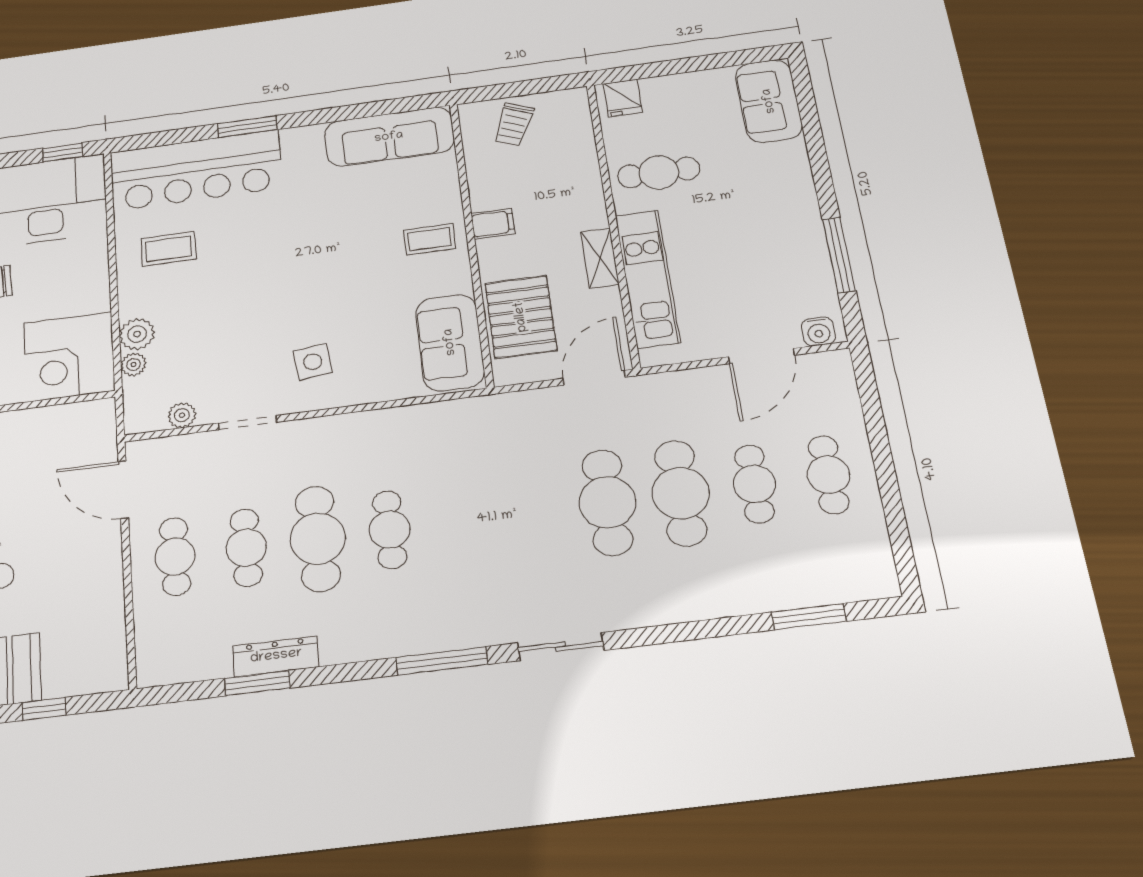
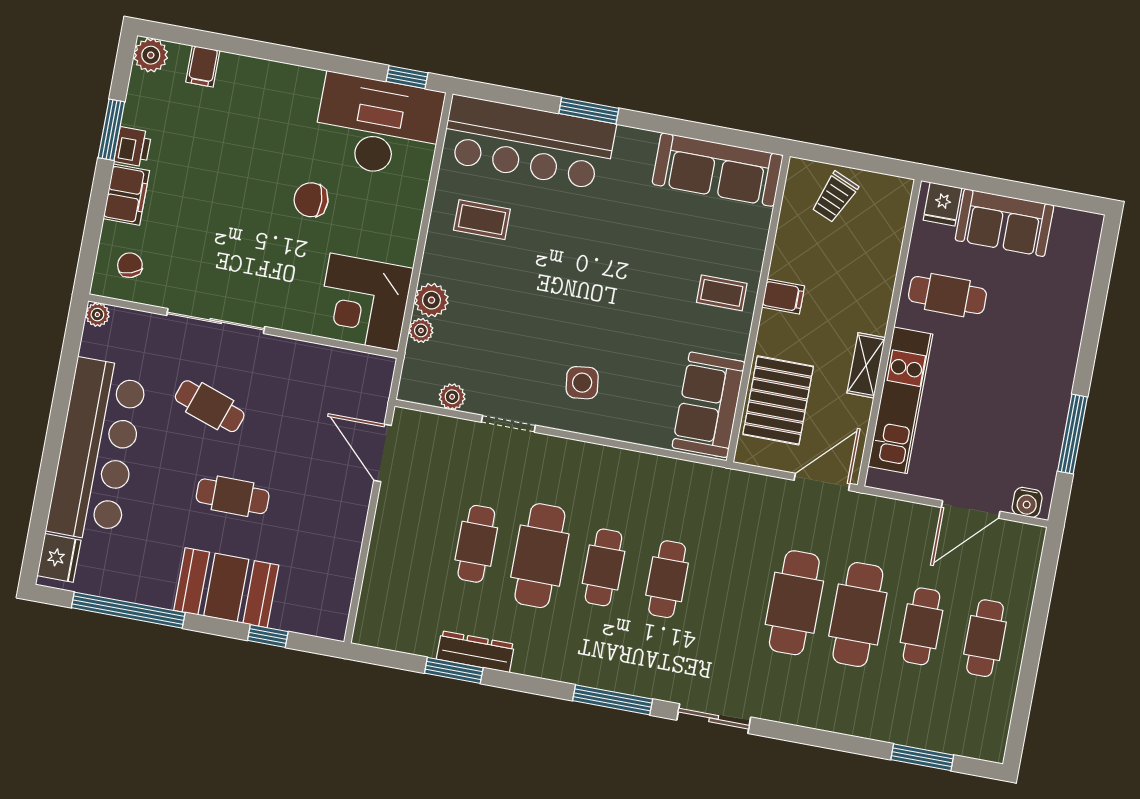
sofa: (769, 101) -> (1004, 223), moved, turned -90
cafe table: (175, 556) -> (667, 579), moved

